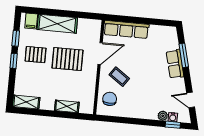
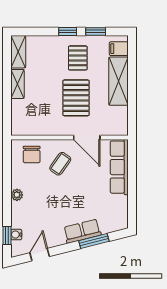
chair: (110, 99) -> (32, 154), turned 90
shelving: (67, 106) -> (17, 84), moved
plant: (163, 116) -> (17, 195), moved

